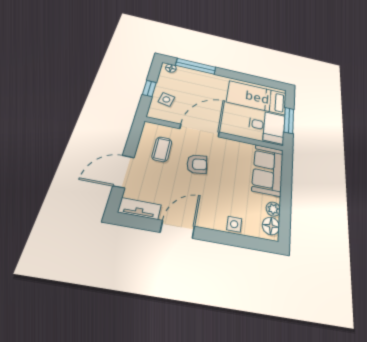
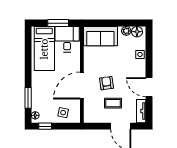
window: (196, 66) -> (28, 98), width x0.69
window: (149, 88) -> (45, 126), moved
door: (200, 130) -> (82, 86), hinge flipped
coffee table: (162, 149) -> (113, 103), moved

